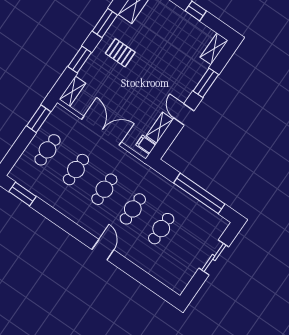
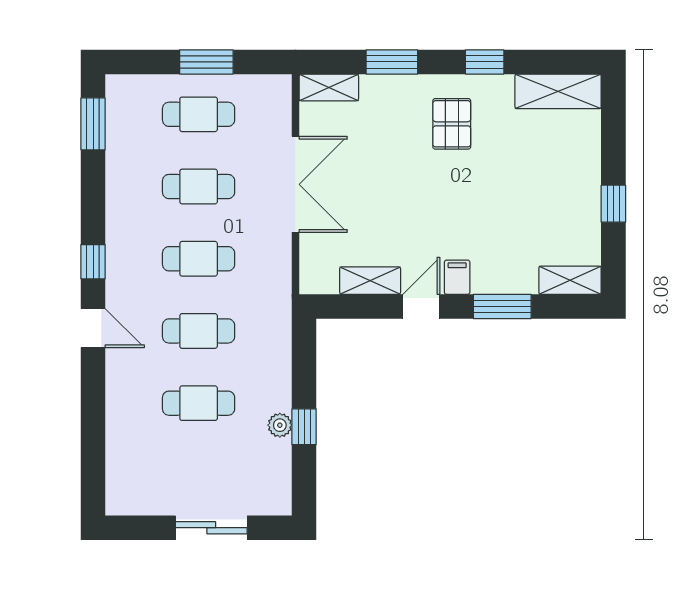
window: (105, 23) -> (485, 62), width x0.67
window: (39, 119) -> (206, 62), moved
filing cabinet: (146, 145) -> (457, 277), moved
window: (199, 193) -> (304, 427), width x0.32
plant: (192, 203) -> (280, 425), added
window: (77, 232) -> (93, 262), added
door: (103, 250) -> (93, 328), hinge flipped

